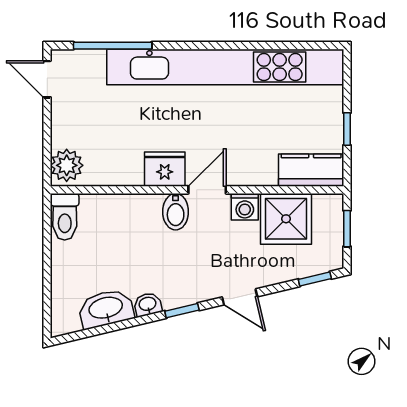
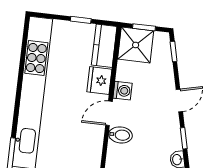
fridge: (165, 169) -> (99, 80), moved
door: (207, 190) -> (109, 113), hinge flipped
shower: (286, 219) -> (136, 45), moved

